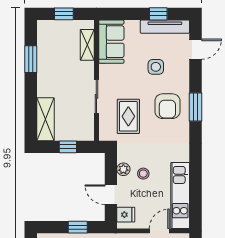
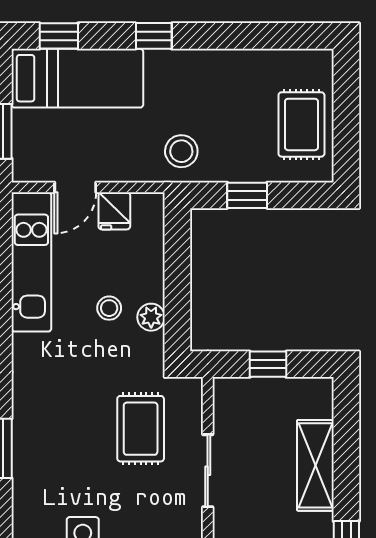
armchair: (167, 106) -> (58, 450), removed
shelving: (45, 119) -> (315, 465), moved
door: (111, 195) -> (177, 263), removed
fridge: (126, 215) -> (114, 211), moved, turned -90

